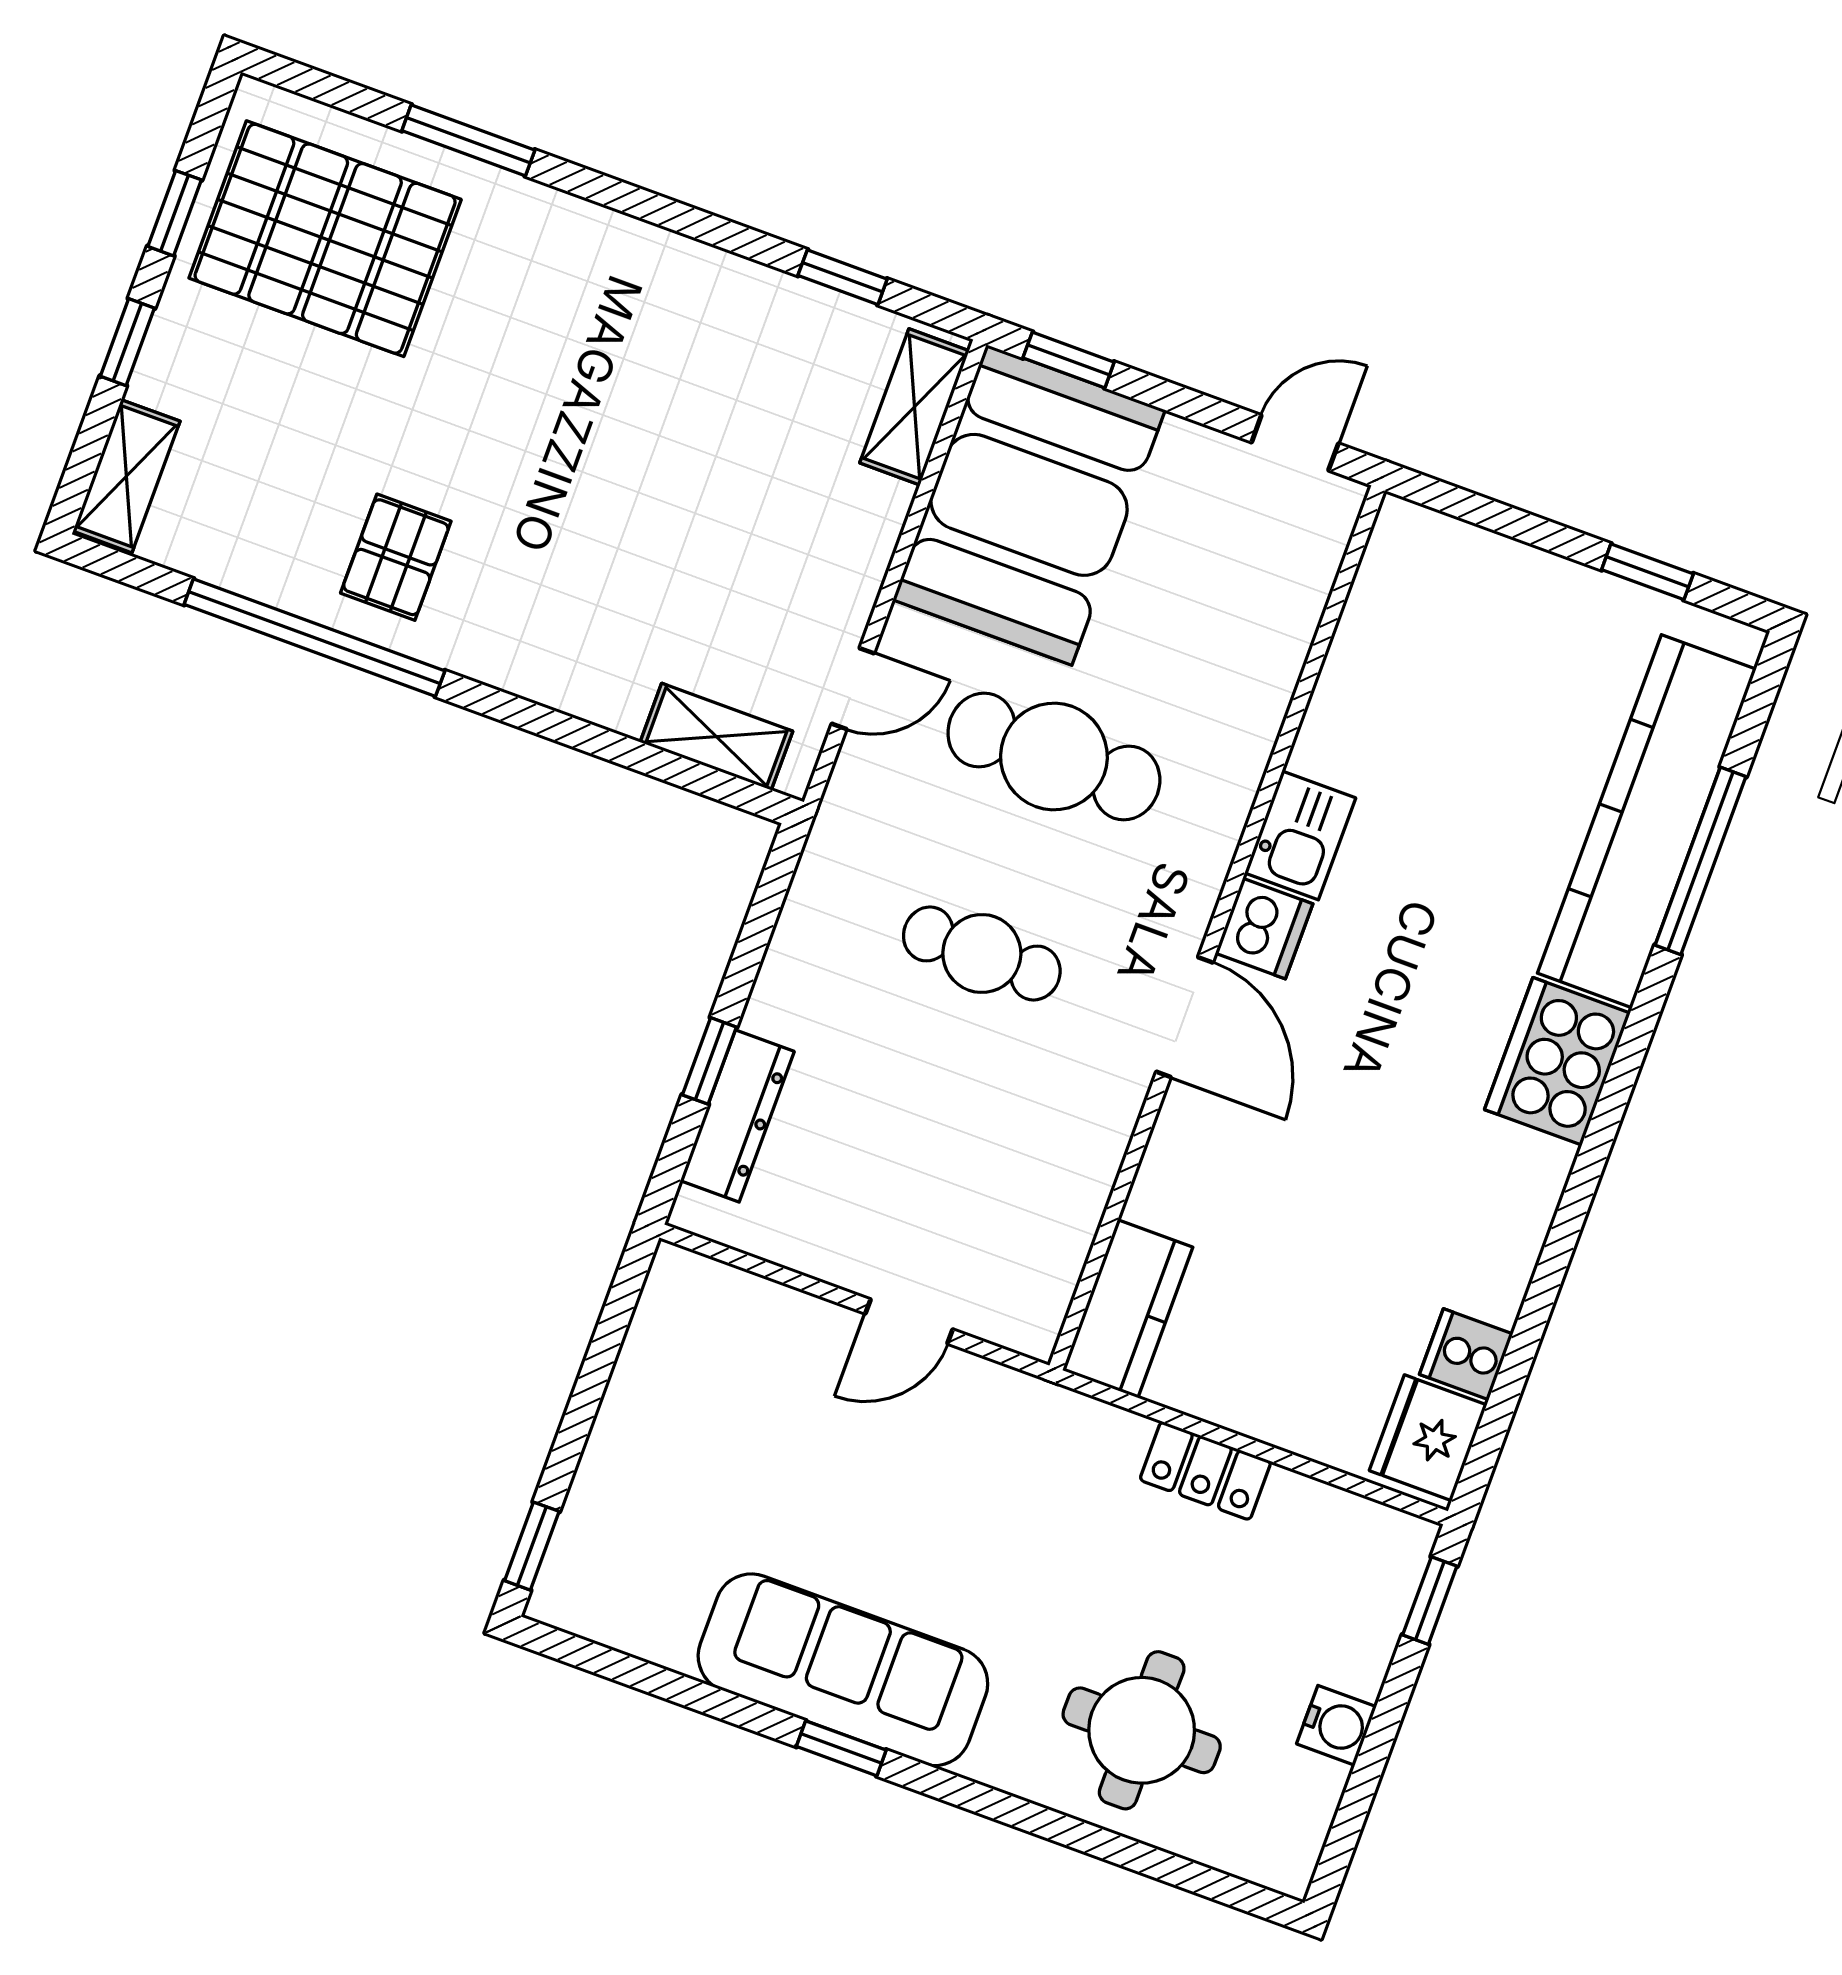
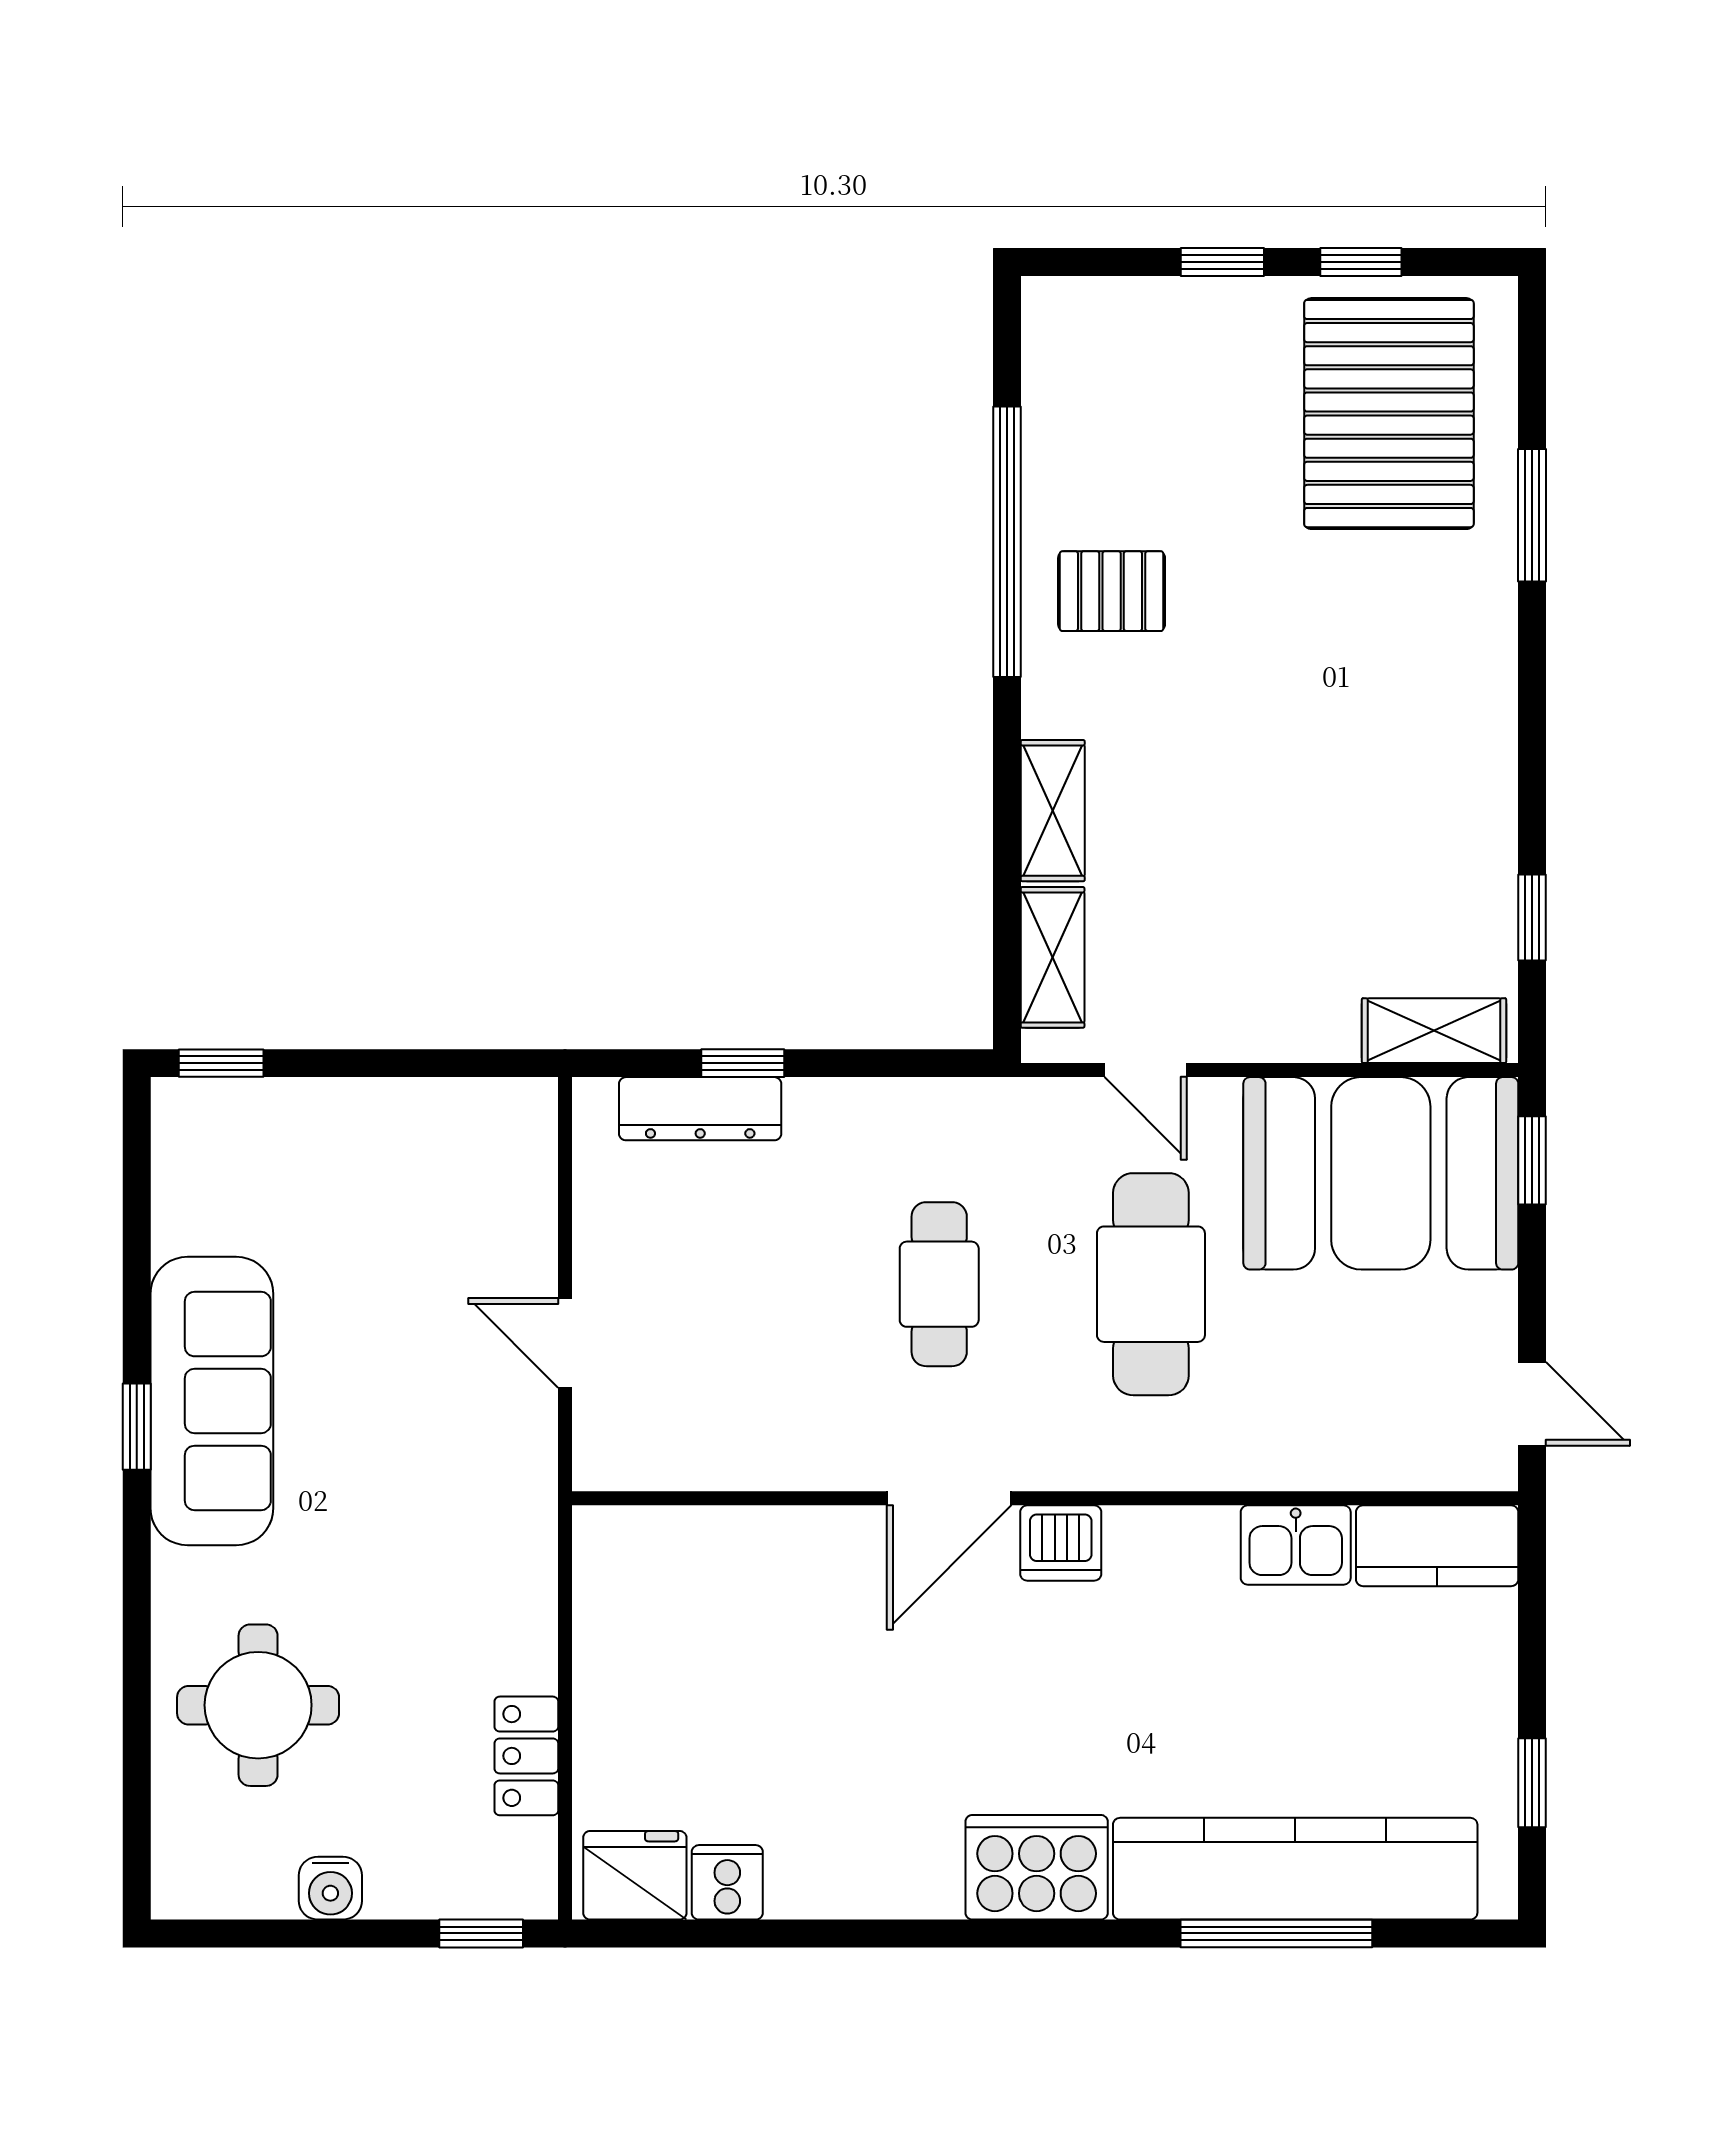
shelving: (126, 476) -> (1053, 811), moved, turned 90
kitchen sink: (1300, 835) -> (1296, 1545), moved
kitchen counter: (1128, 1309) -> (1437, 1546), moved
locker: (1205, 1471) -> (526, 1756), moved

